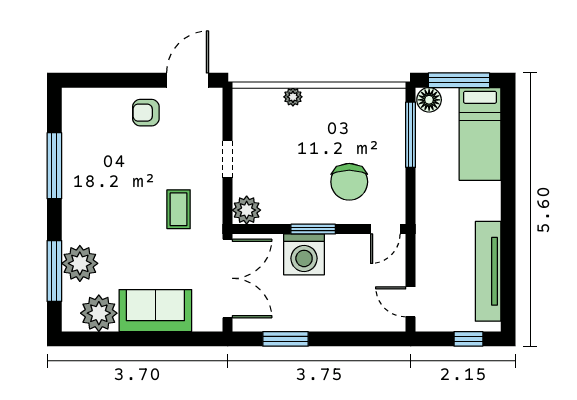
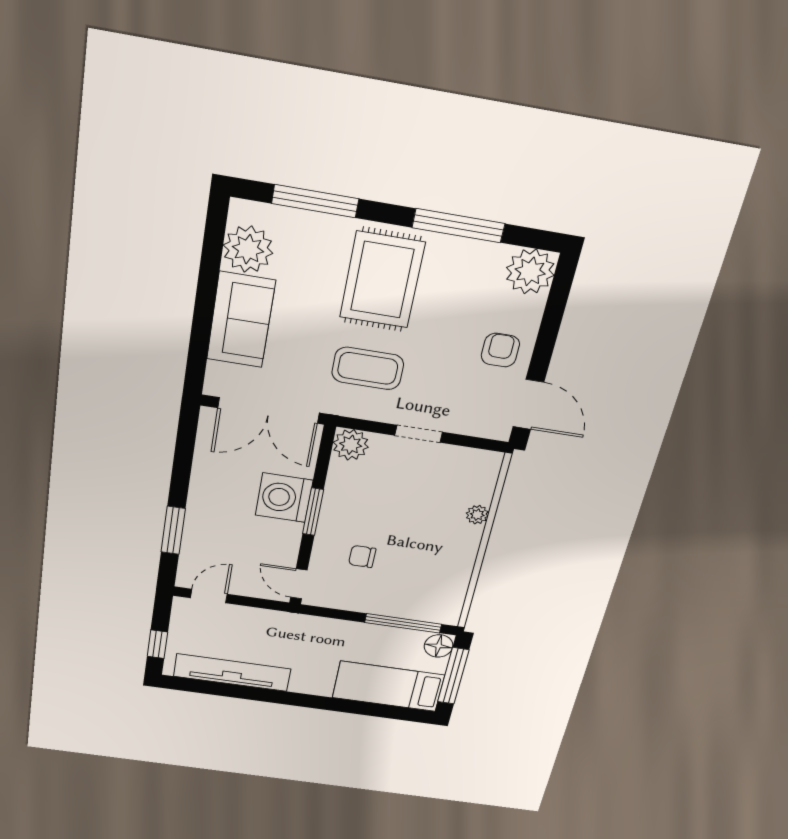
chair: (349, 182) -> (362, 556), width x0.54, depth x0.54
coffee table: (179, 209) -> (368, 368), width x1.36, depth x1.30
rug: (105, 212) -> (382, 280), added
plant: (80, 263) -> (530, 272), moved
window: (286, 339) -> (173, 530), moved

